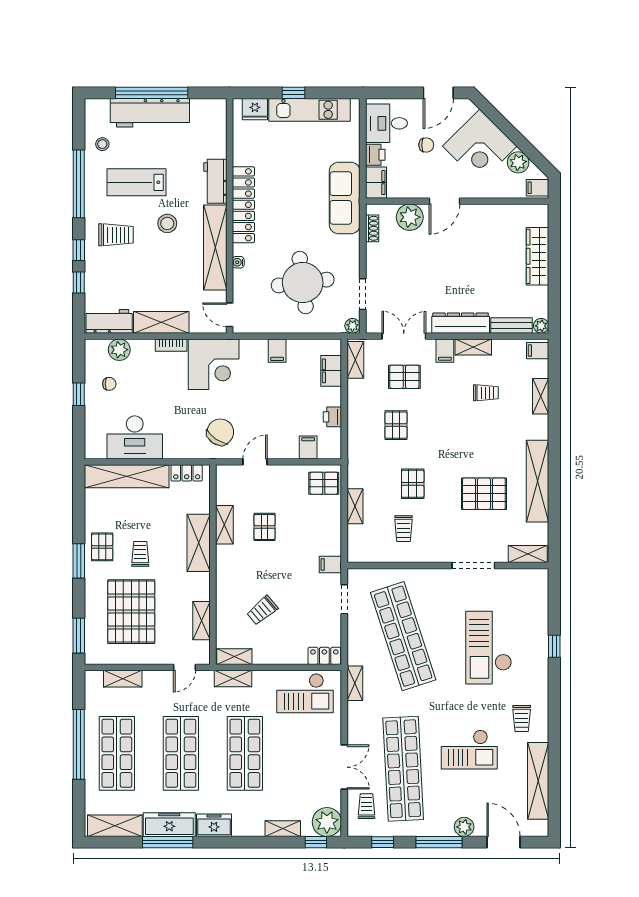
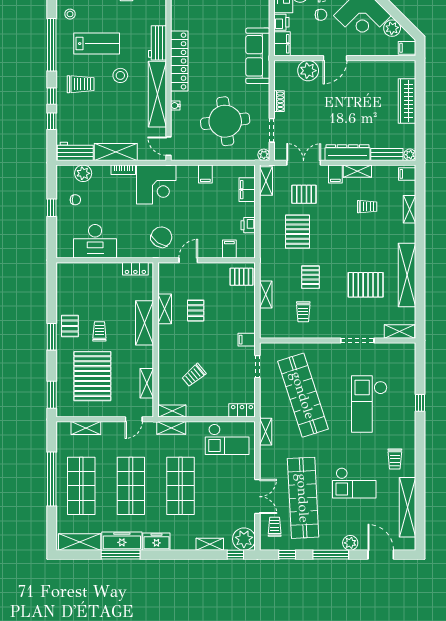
lab bench: (137, 182) -> (97, 44), turned 180
shoe rack: (372, 228) -> (279, 101), moved
pallet: (396, 425) -> (297, 232), width x1.50, depth x1.42
shelving: (127, 476) -> (89, 271), removed

